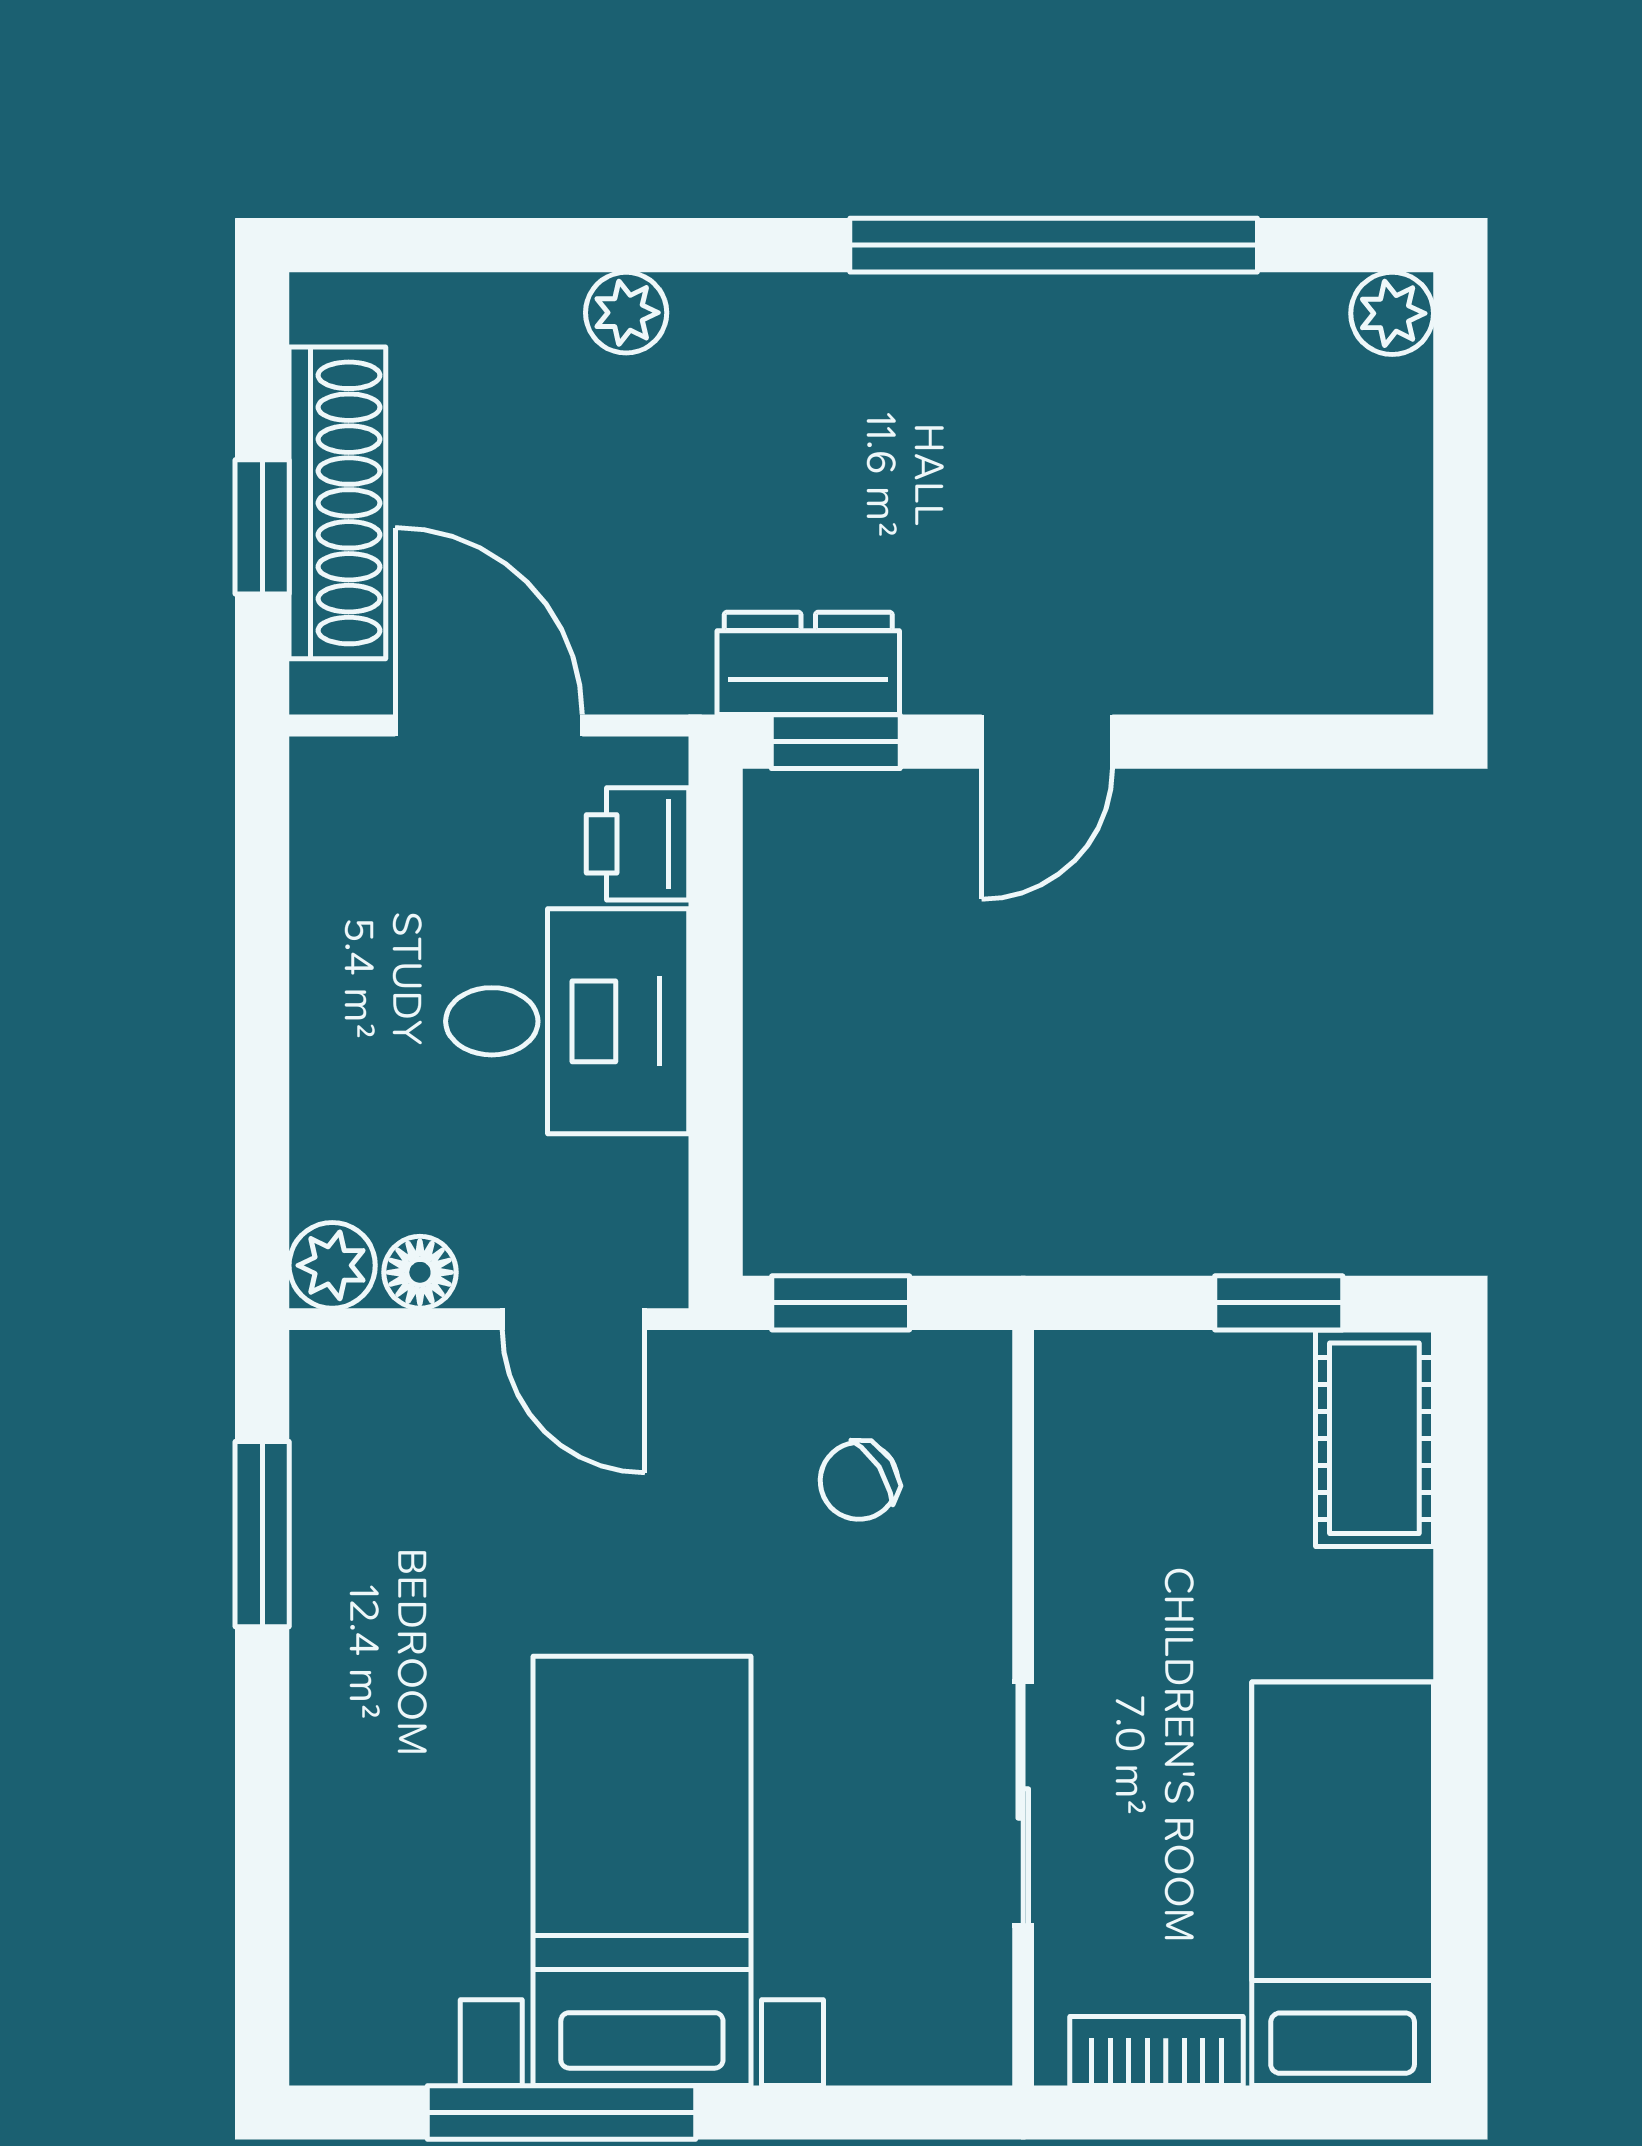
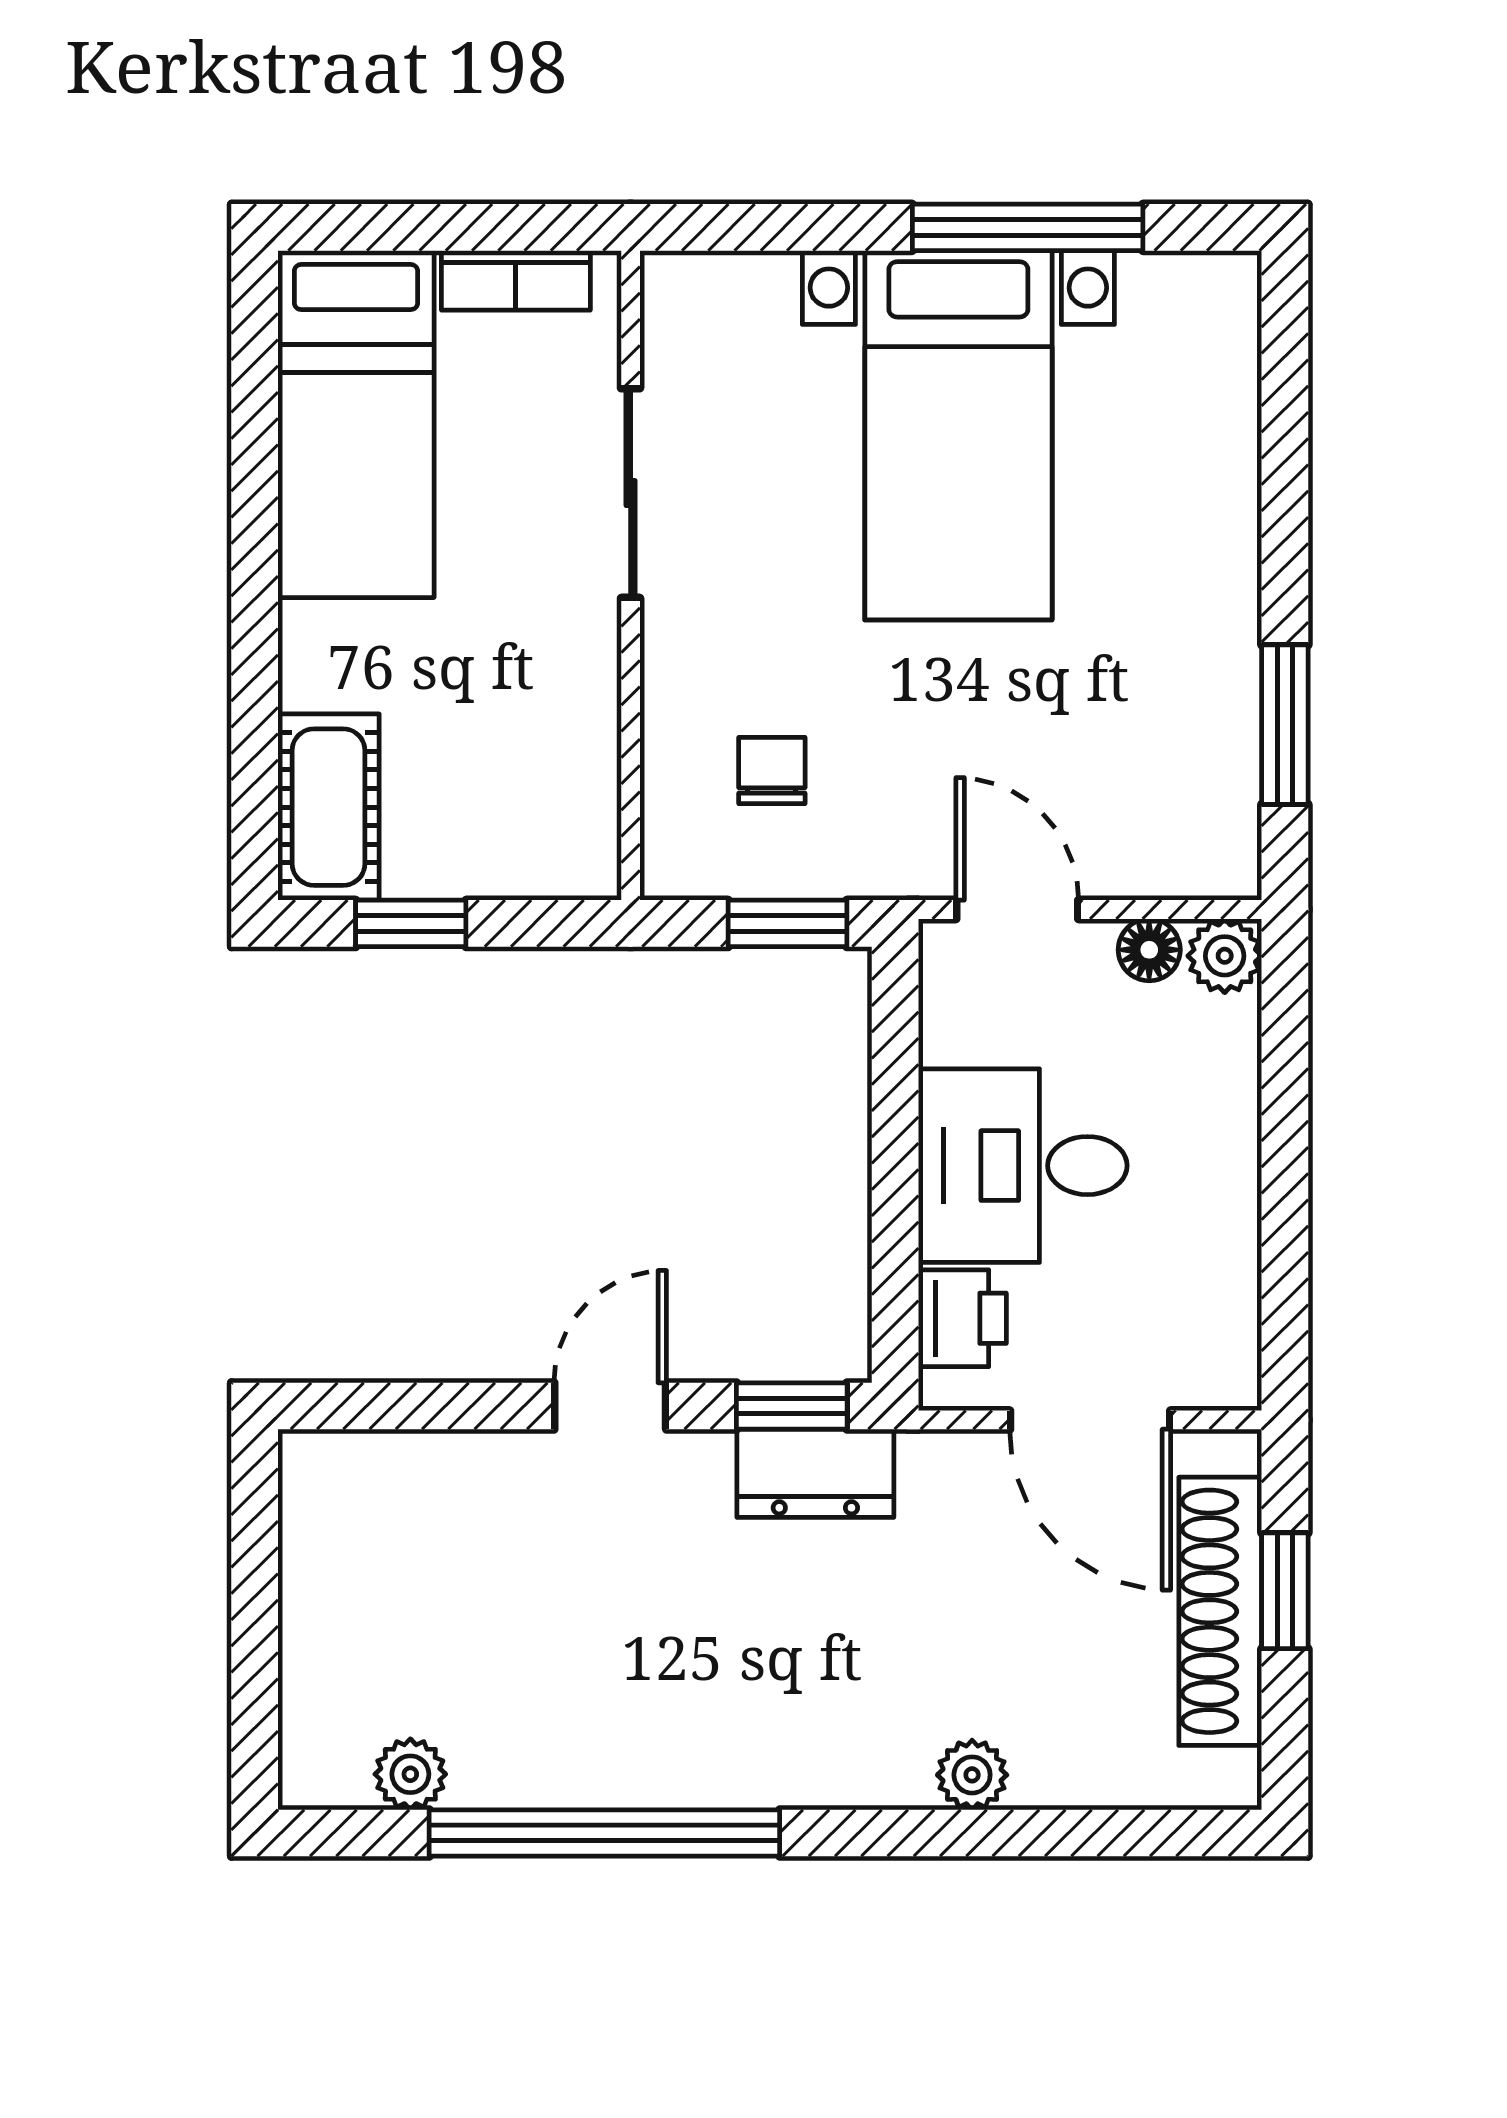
plant: (1392, 313) -> (410, 1774), moved
chair: (859, 1481) -> (772, 771), turned -57

